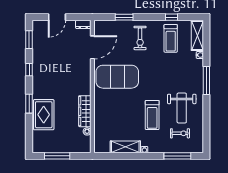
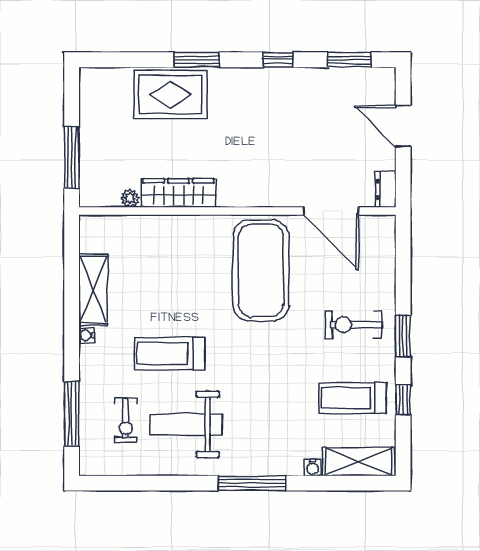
window: (124, 17) -> (403, 336), moved
window: (57, 156) -> (72, 158), moved

